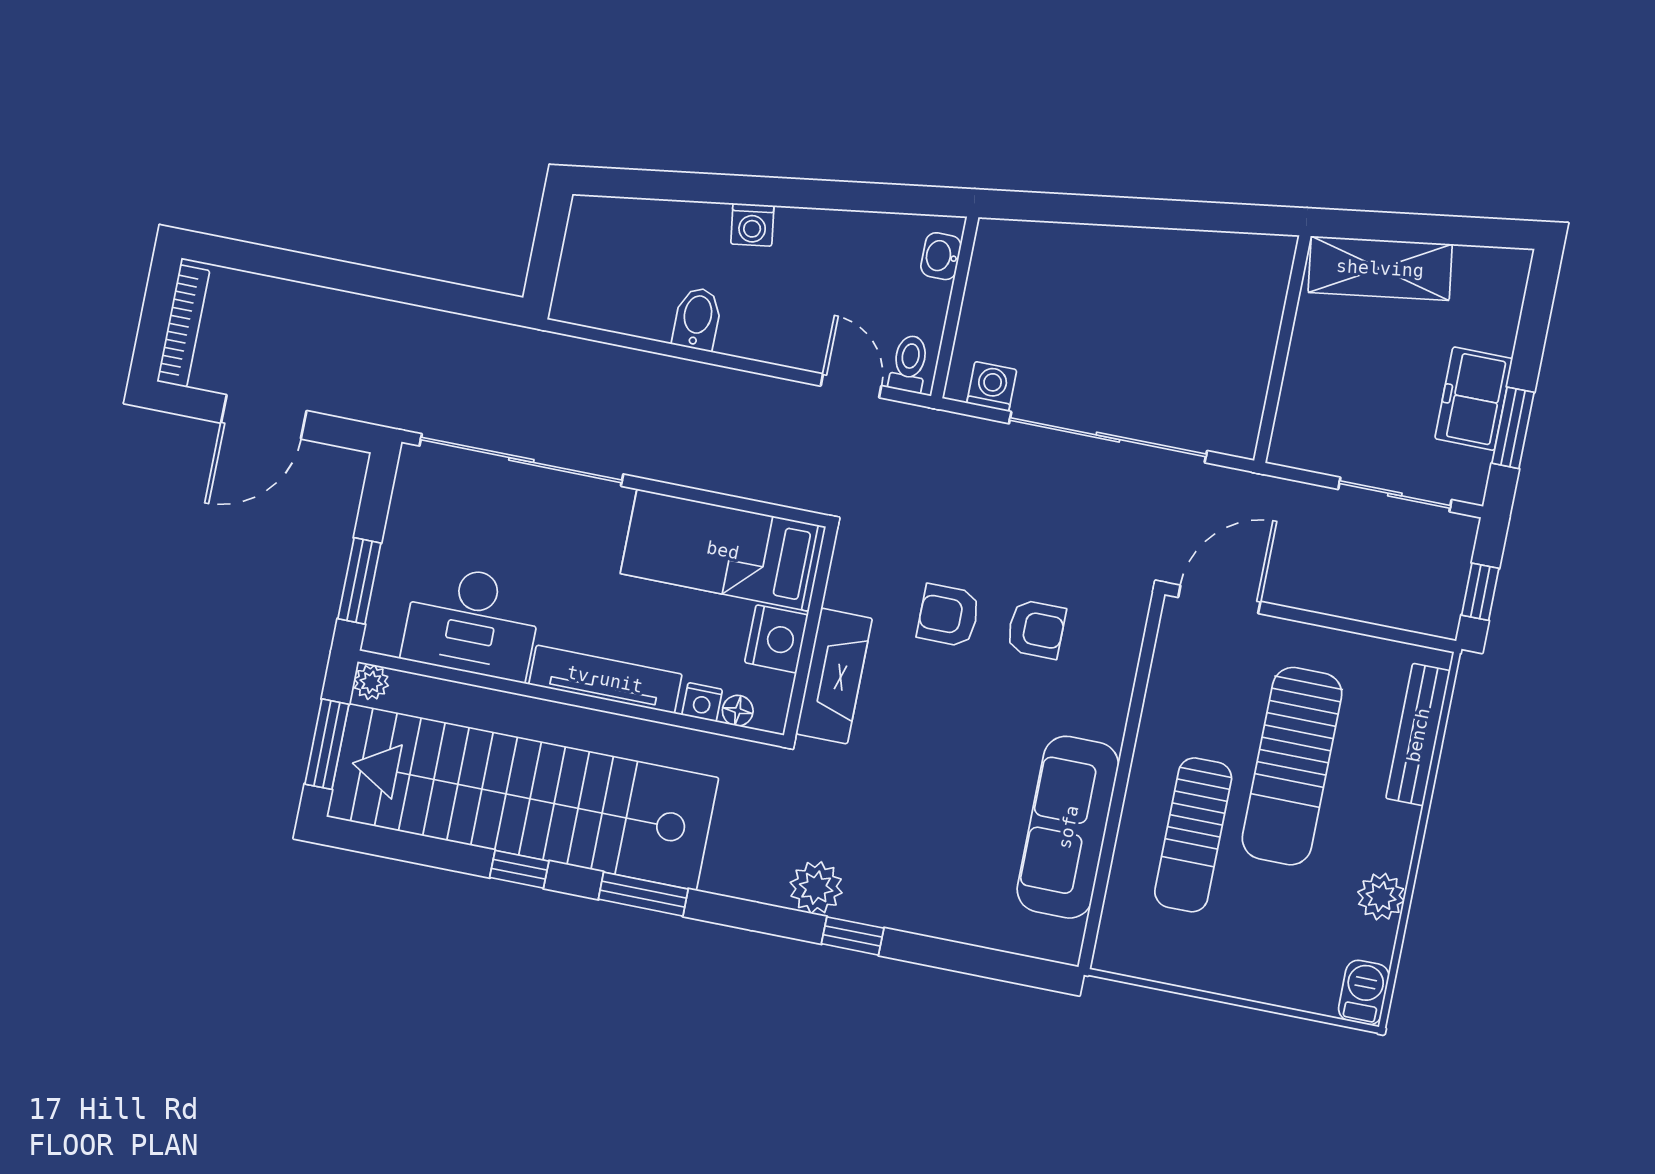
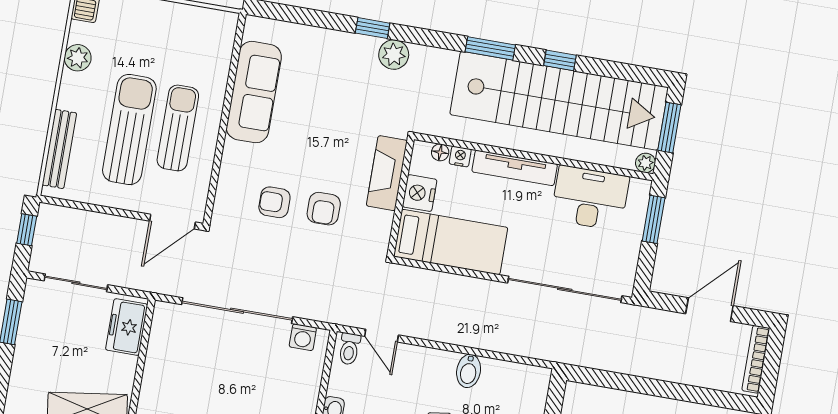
freezer: (1474, 399) -> (127, 327), moved, turned 180
armchair: (948, 615) -> (324, 209), turned 90
sun lounger: (1193, 835) -> (178, 128), moved

